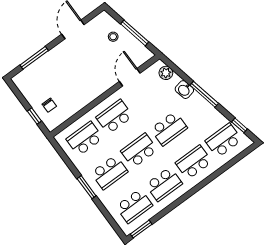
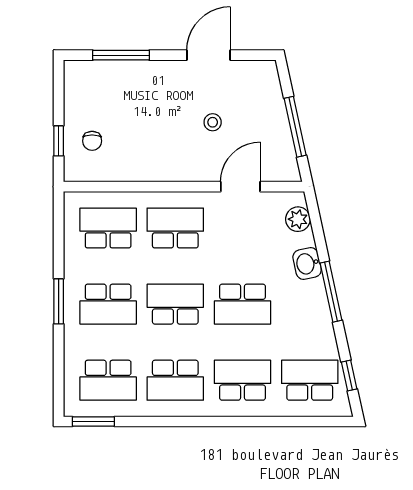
stool: (113, 37) -> (213, 122), moved

